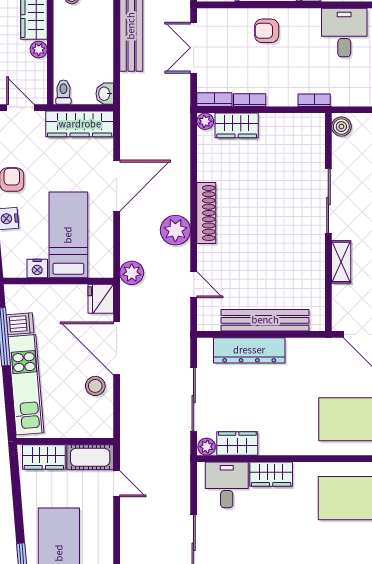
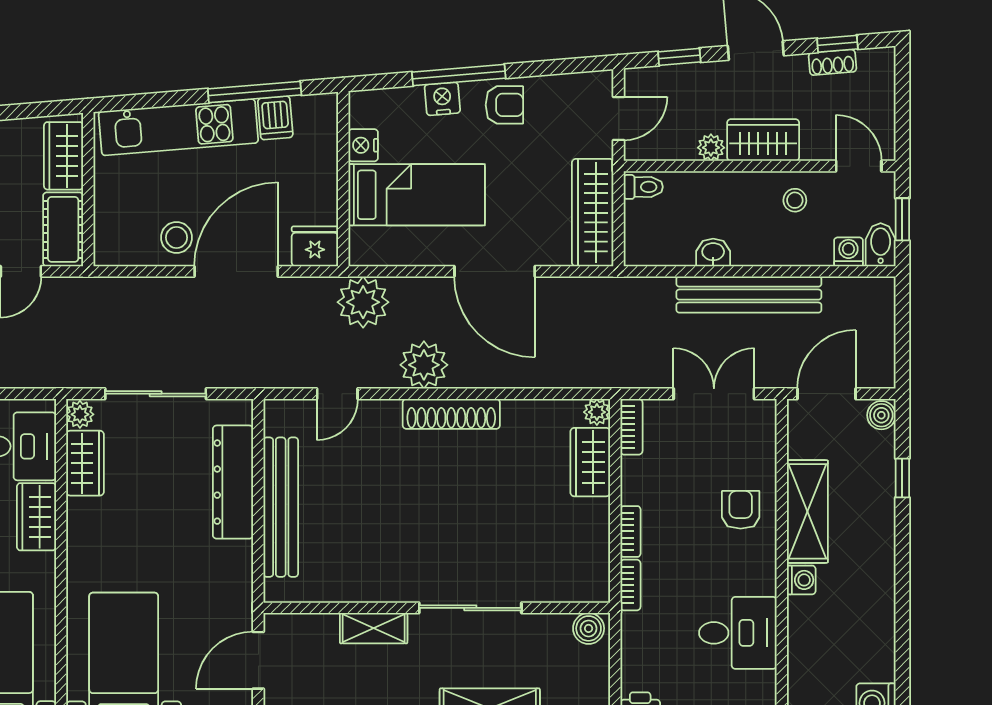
washbasin: (105, 94) -> (713, 252), moved
bookcase: (250, 100) -> (630, 531), moved
plant: (132, 273) -> (363, 302), width x1.36, depth x1.36

